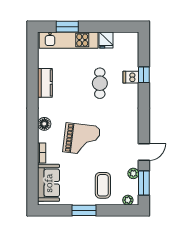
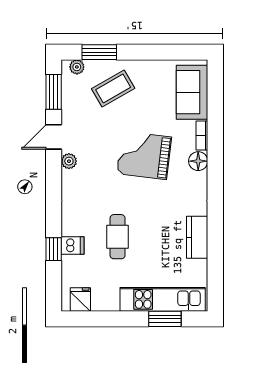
fridge: (106, 40) -> (80, 299), moved
floor lamp: (44, 124) -> (198, 161), moved
plant: (133, 173) -> (69, 161), moved
coffee table: (103, 185) -> (113, 88), turned 60
window: (84, 210) -> (99, 52), moved

